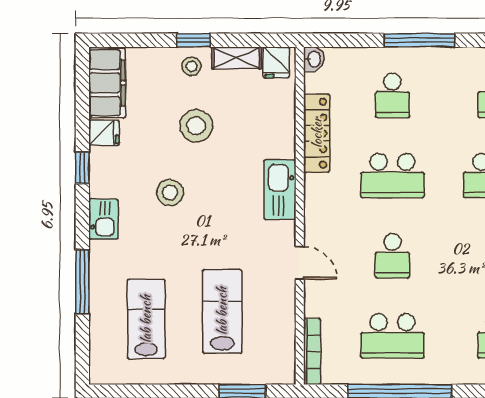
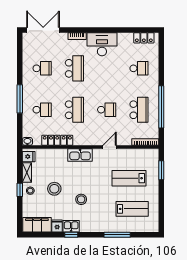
kitchen sink: (103, 219) -> (71, 226), moved
lab bench: (146, 319) -> (132, 209), turned 180

